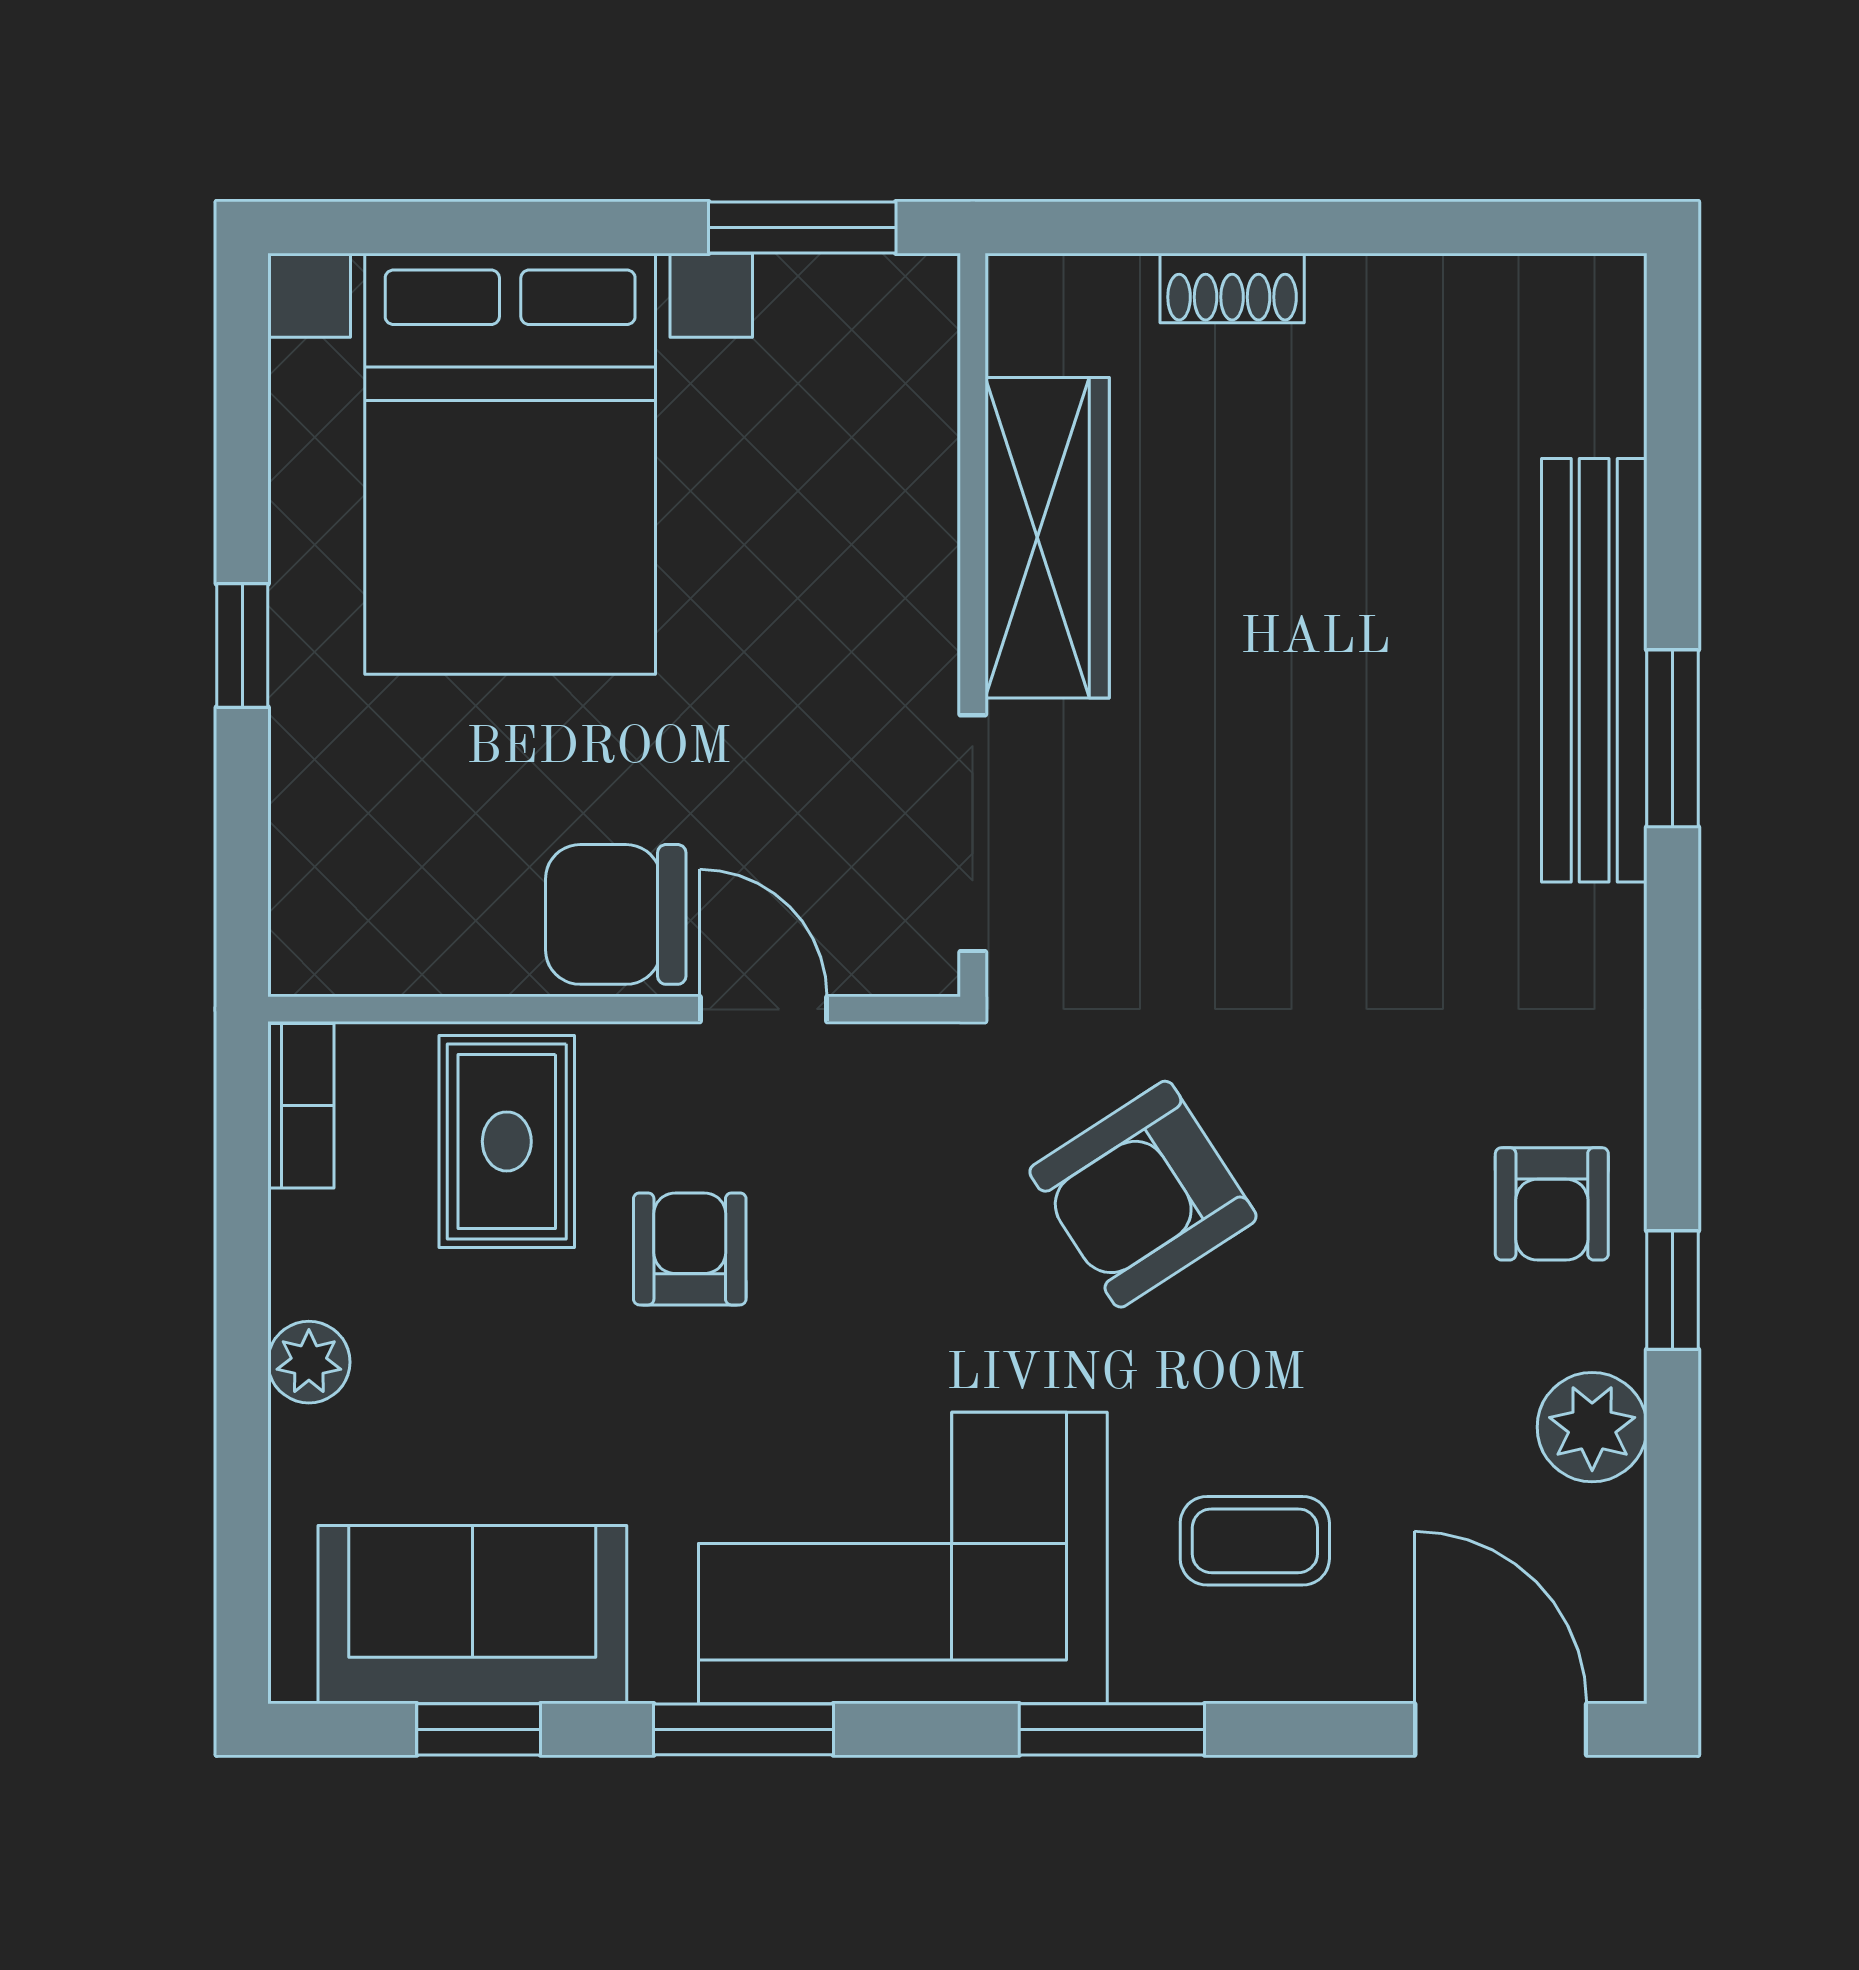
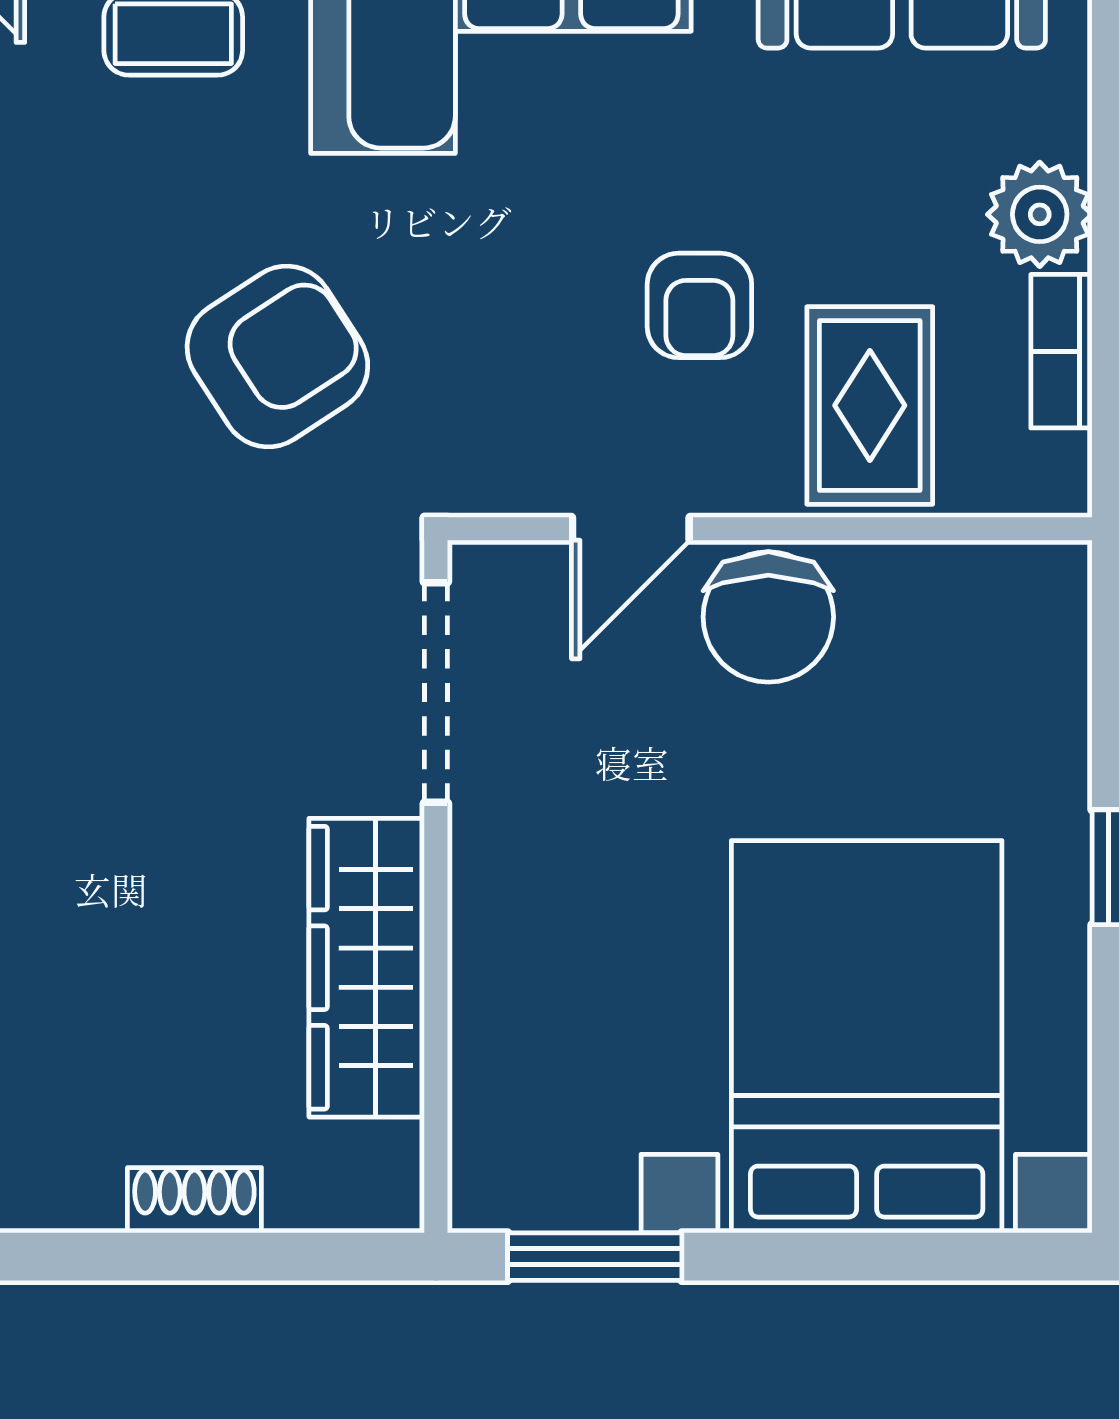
chair: (616, 914) -> (768, 617), turned 90
door: (764, 1009) -> (631, 529), hinge flipped
bookcase: (301, 1106) -> (1061, 351), moved
plant: (309, 1362) -> (1040, 214), width x1.38, depth x1.38

